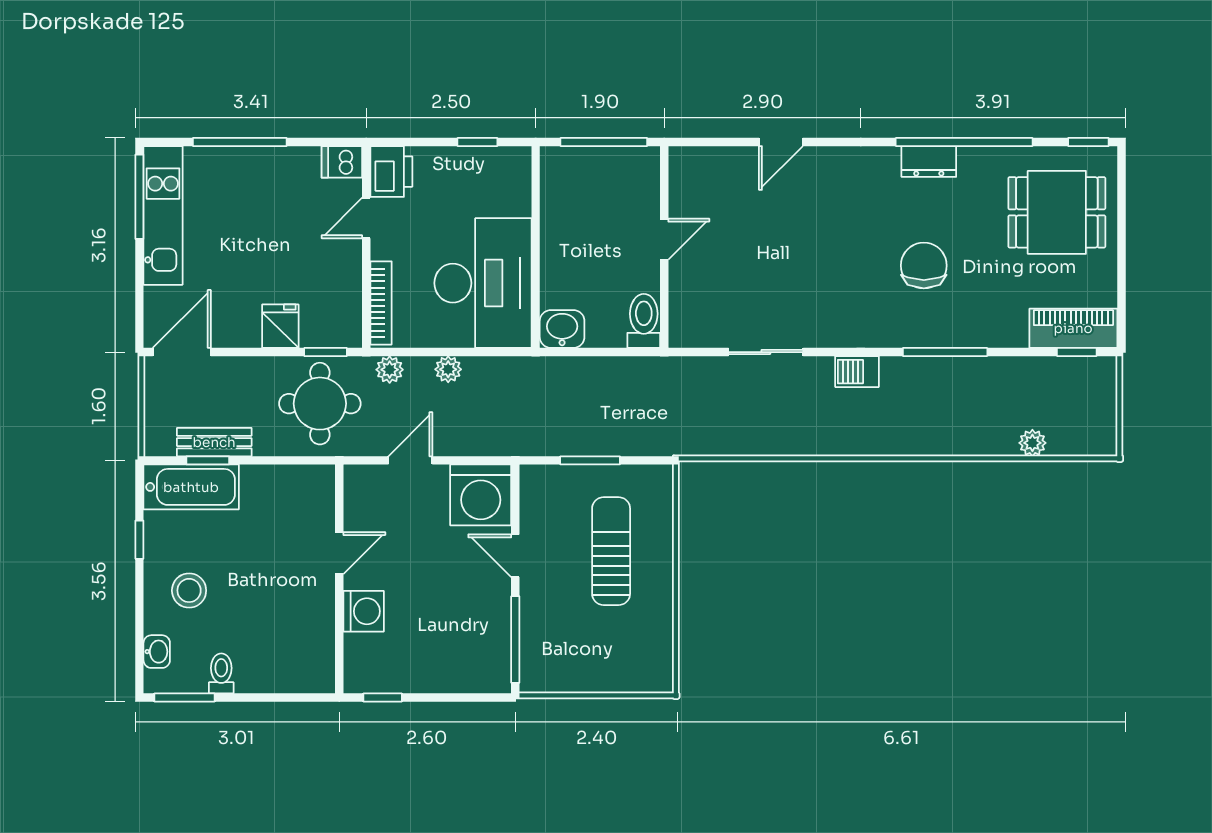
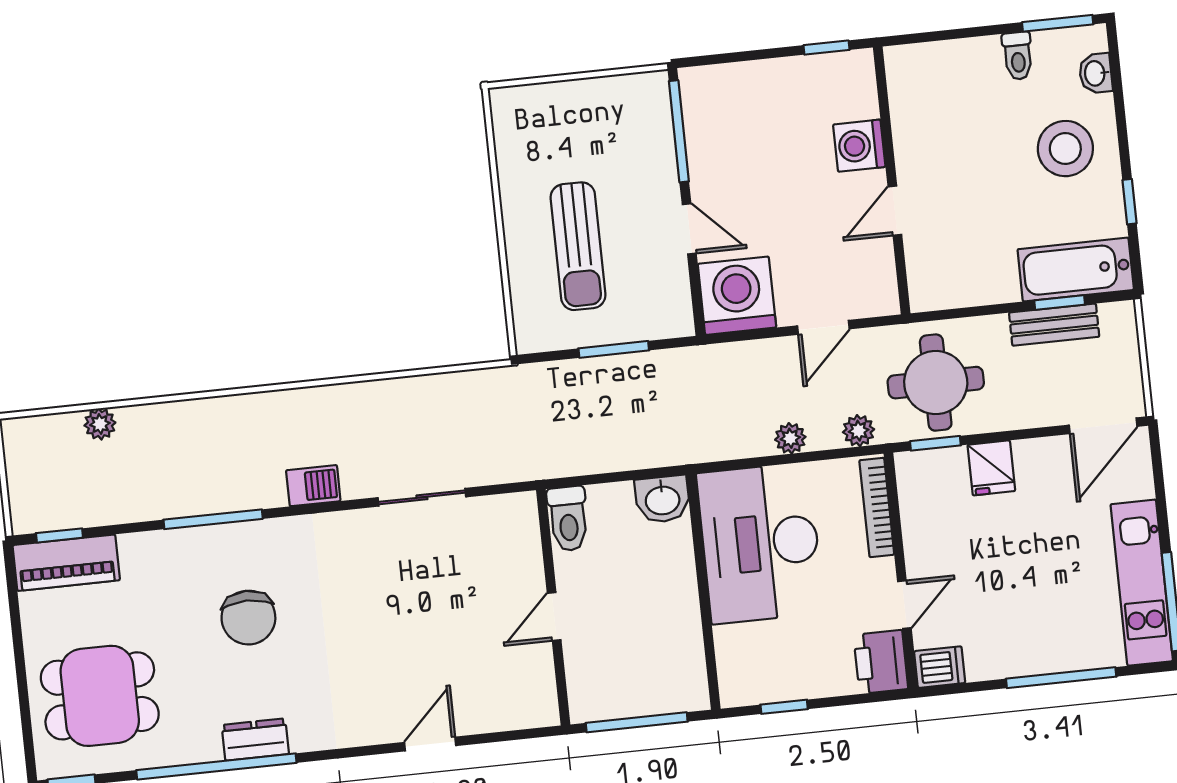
stool: (189, 590) -> (1065, 149), width x1.38, depth x1.38

